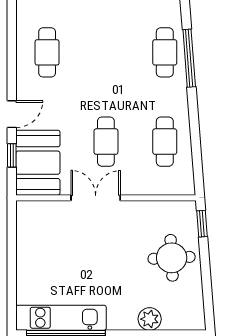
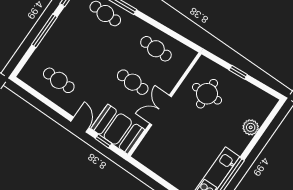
window: (202, 224) -> (238, 72), moved
round table: (172, 258) -> (207, 94), moved

